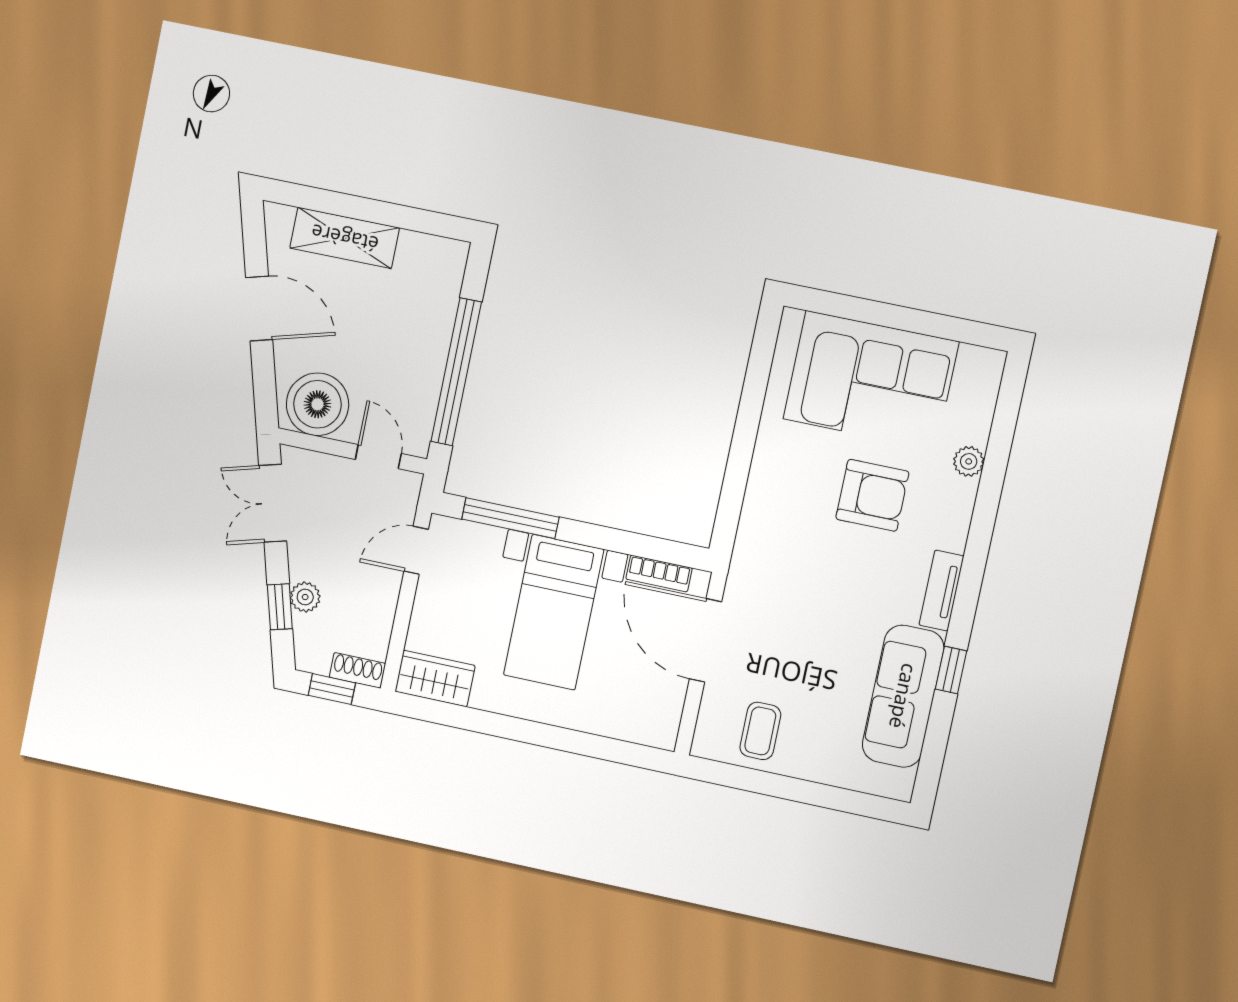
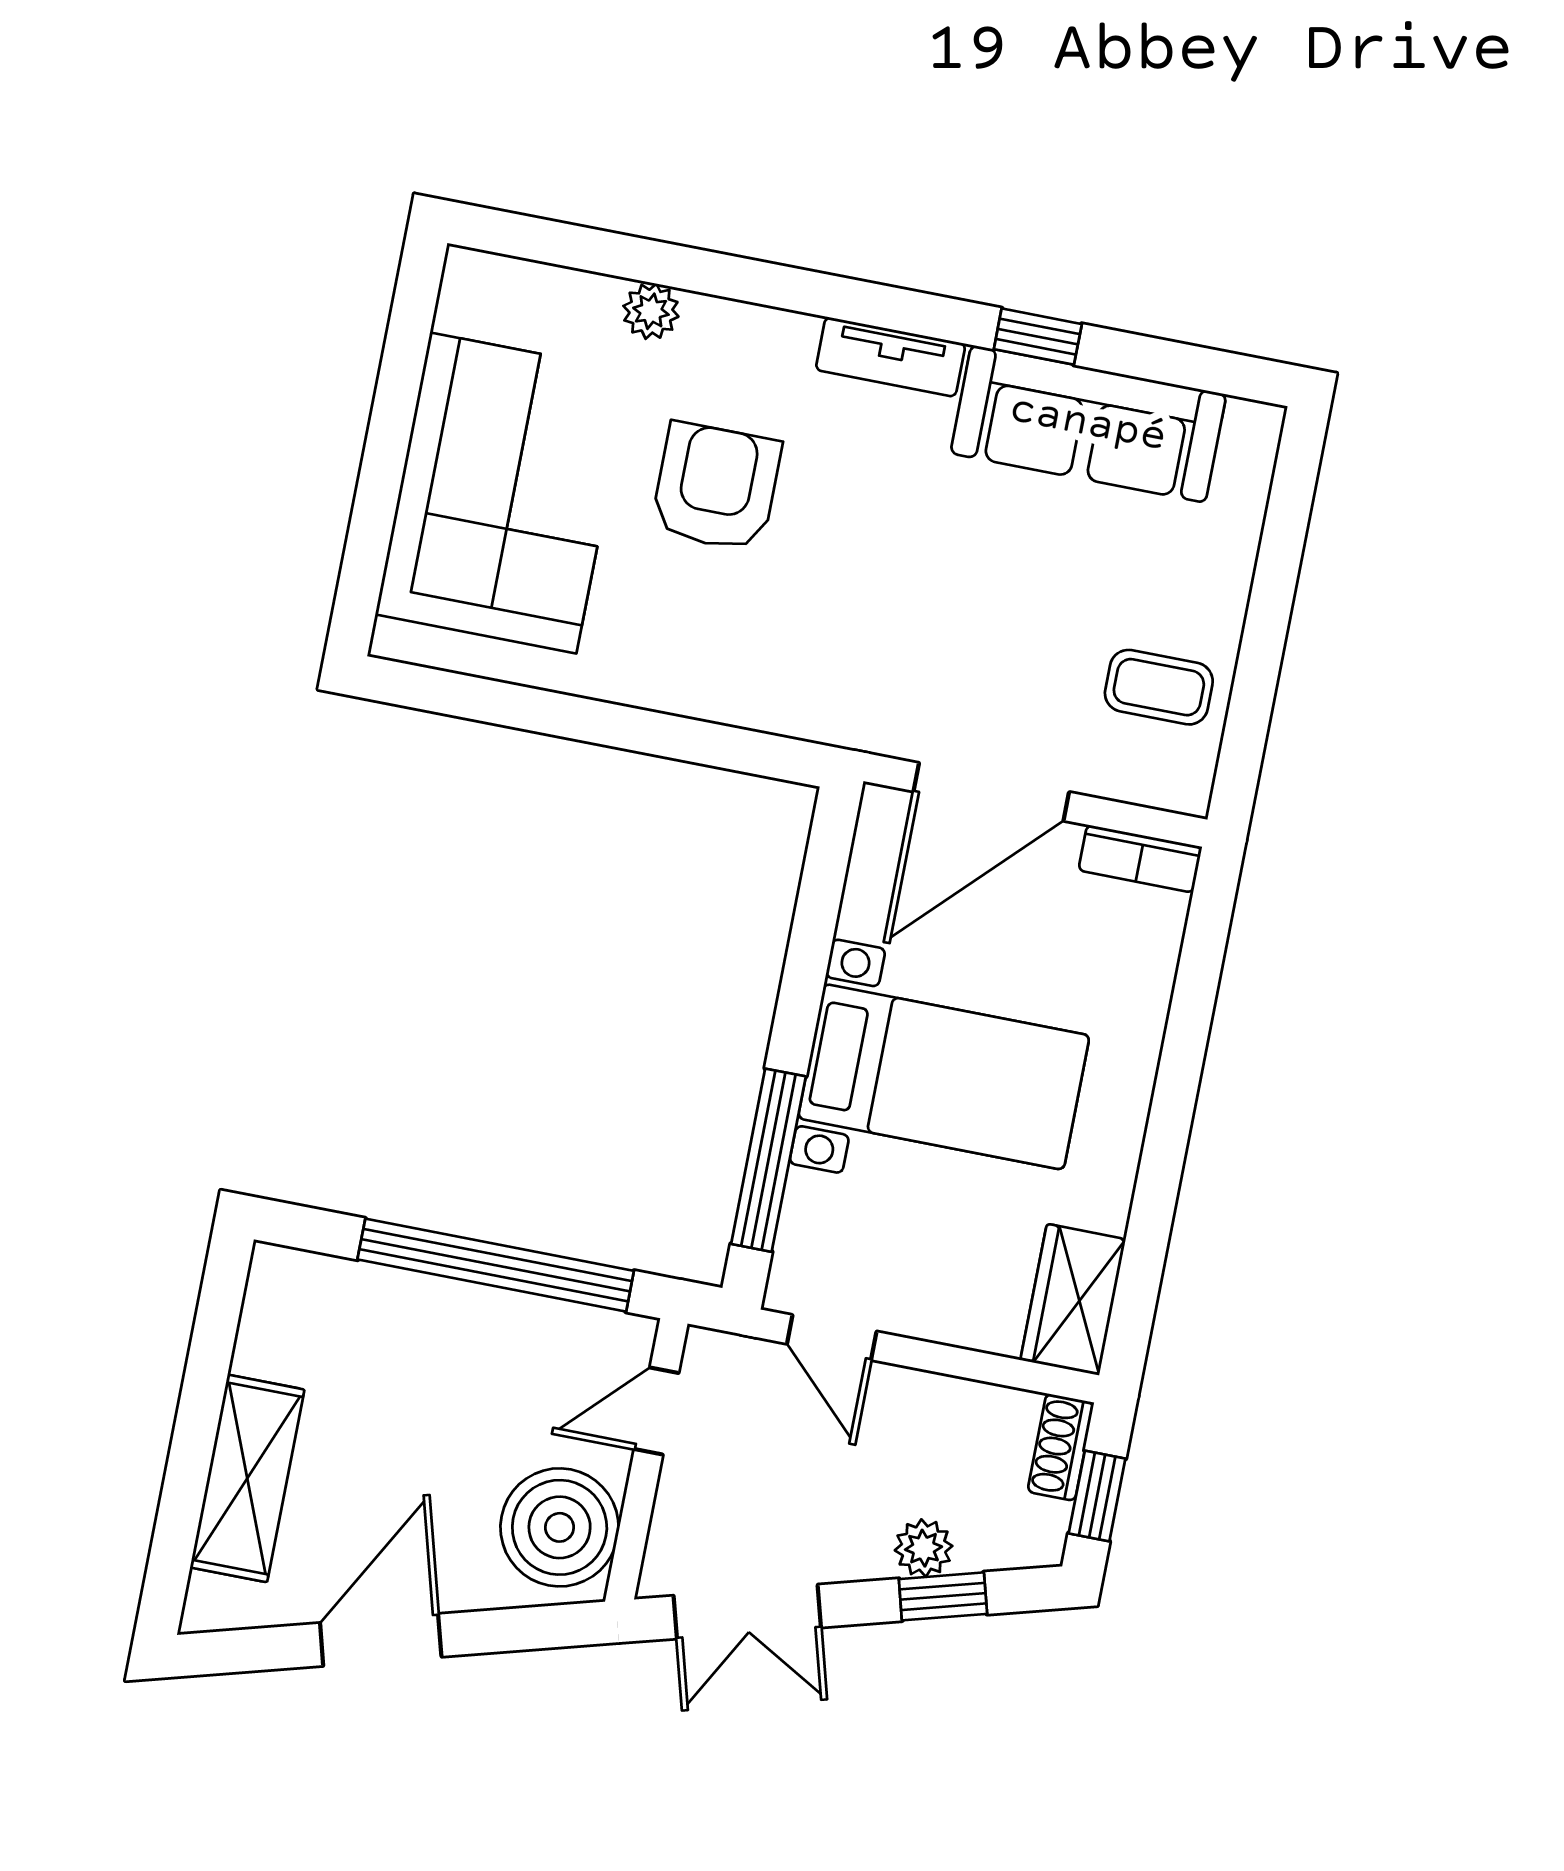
bookcase: (659, 574) -> (1140, 859), moved, turned 90

